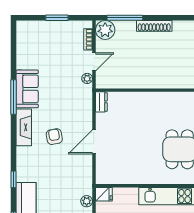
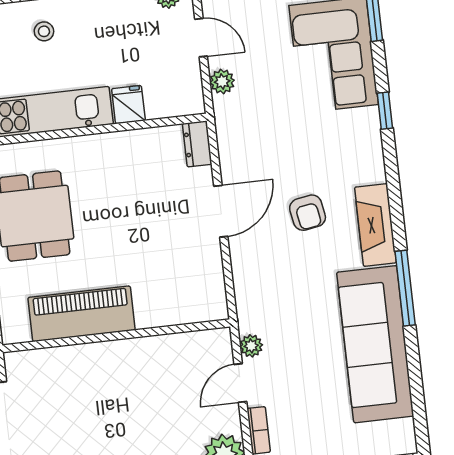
sofa: (27, 89) -> (375, 344), width x1.85, depth x1.27
dresser: (101, 102) -> (197, 144), moved
piano: (163, 102) -> (82, 314), added
fridge: (104, 194) -> (128, 105), moved, turned 90

